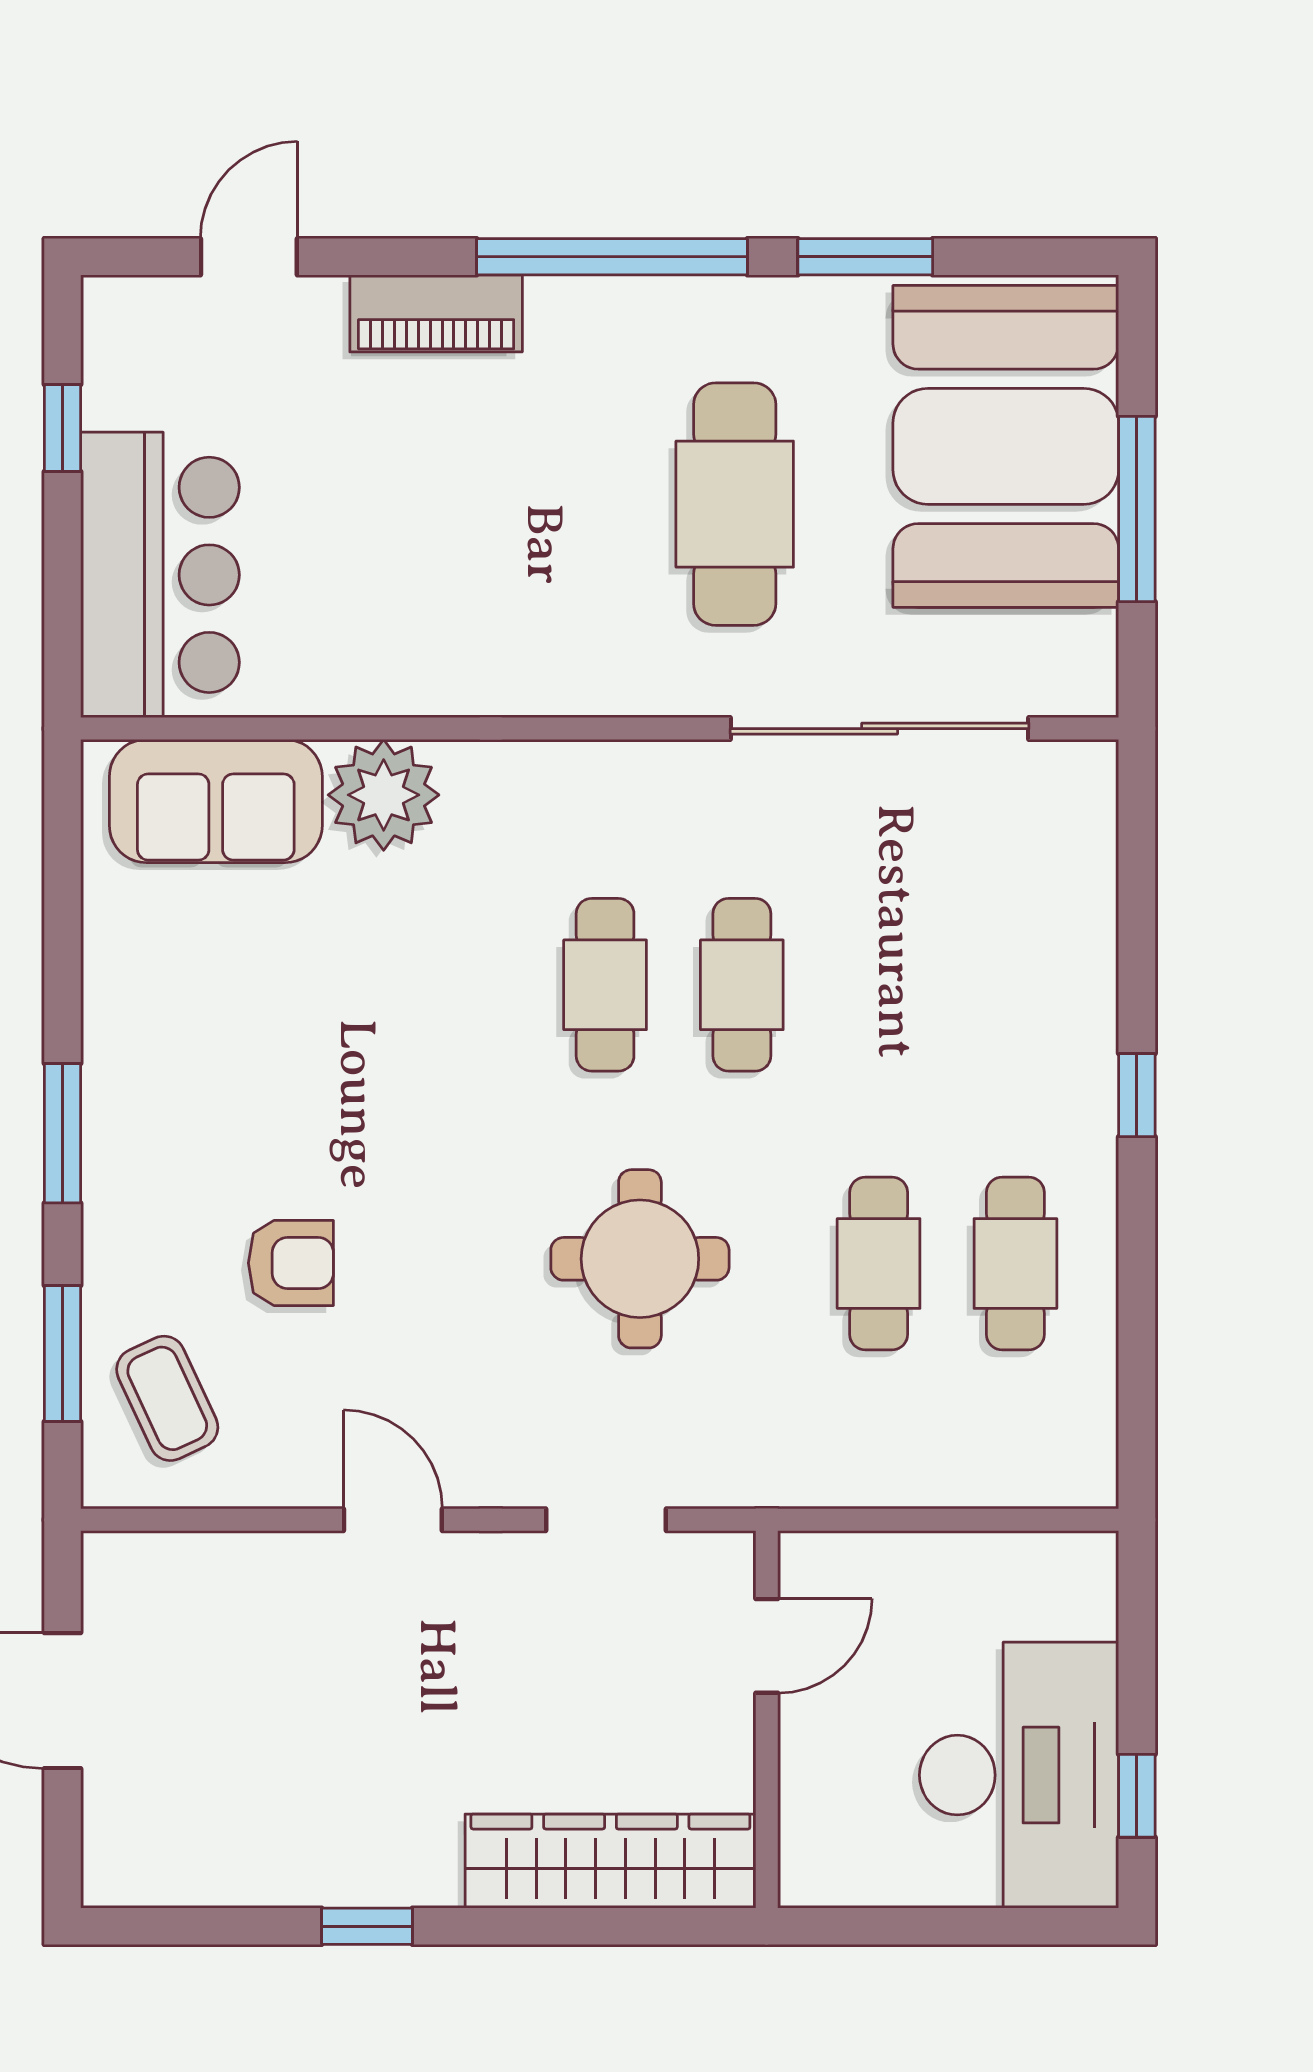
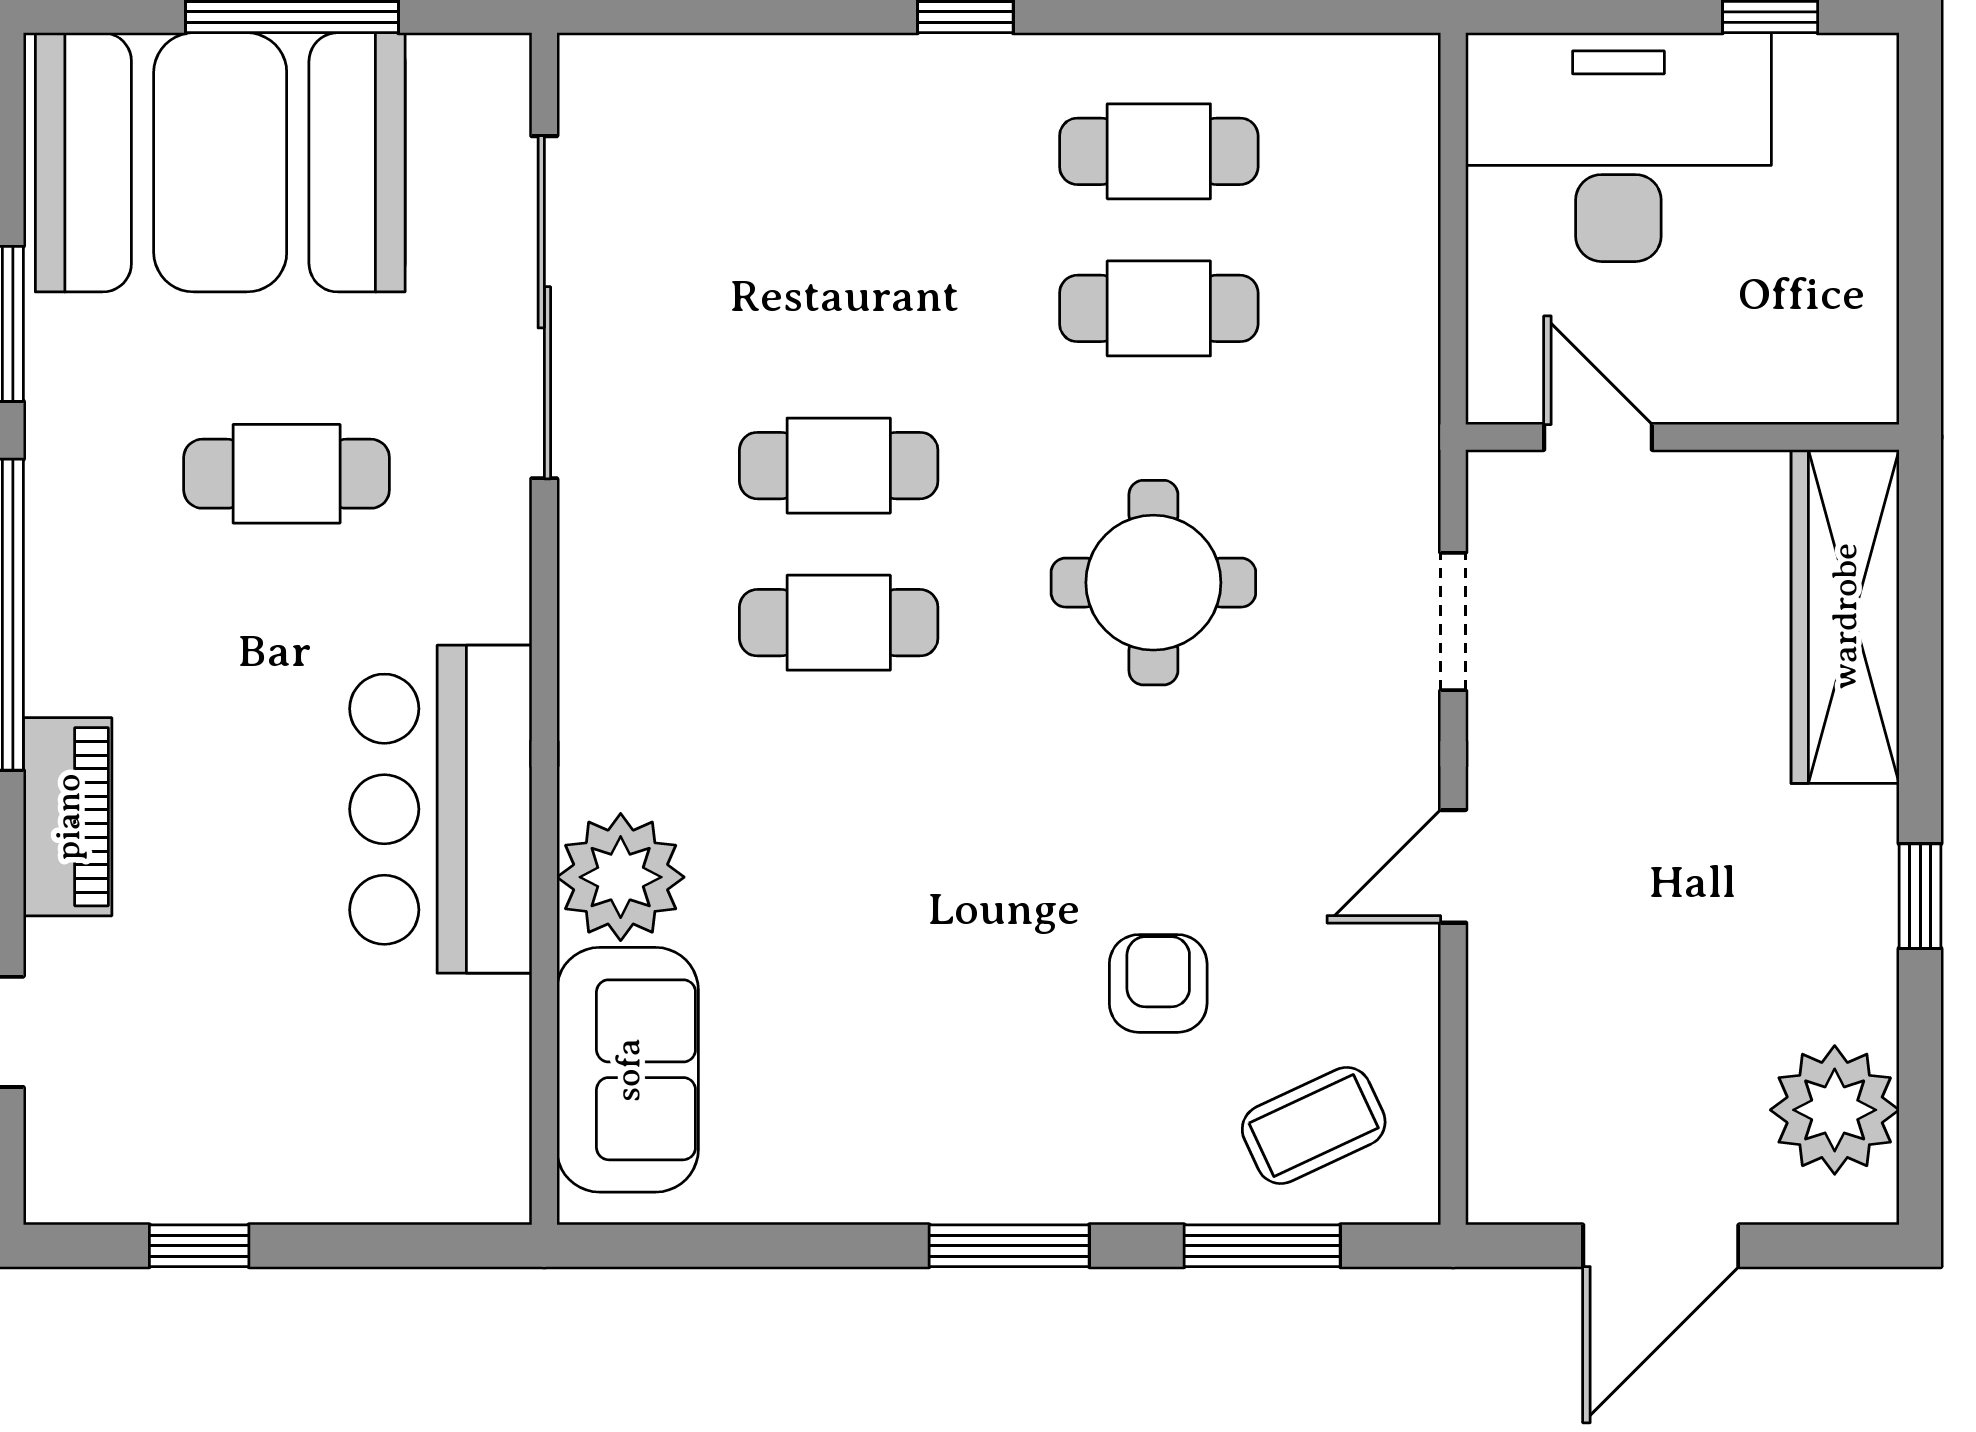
cafe table: (735, 504) -> (287, 474), width x0.73, depth x0.74
bar counter: (160, 575) -> (441, 809), moved, turned -90
desk: (1019, 1775) -> (1618, 147), moved
plant: (181, 1852) -> (1835, 1110), added

